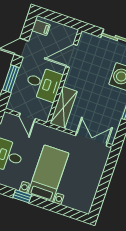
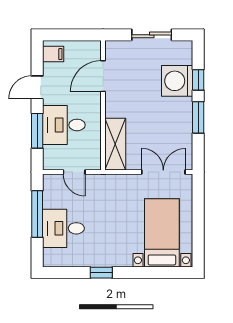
desk: (43, 84) -> (64, 125), moved, turned 180
bed with nightstands: (48, 173) -> (162, 233), moved

